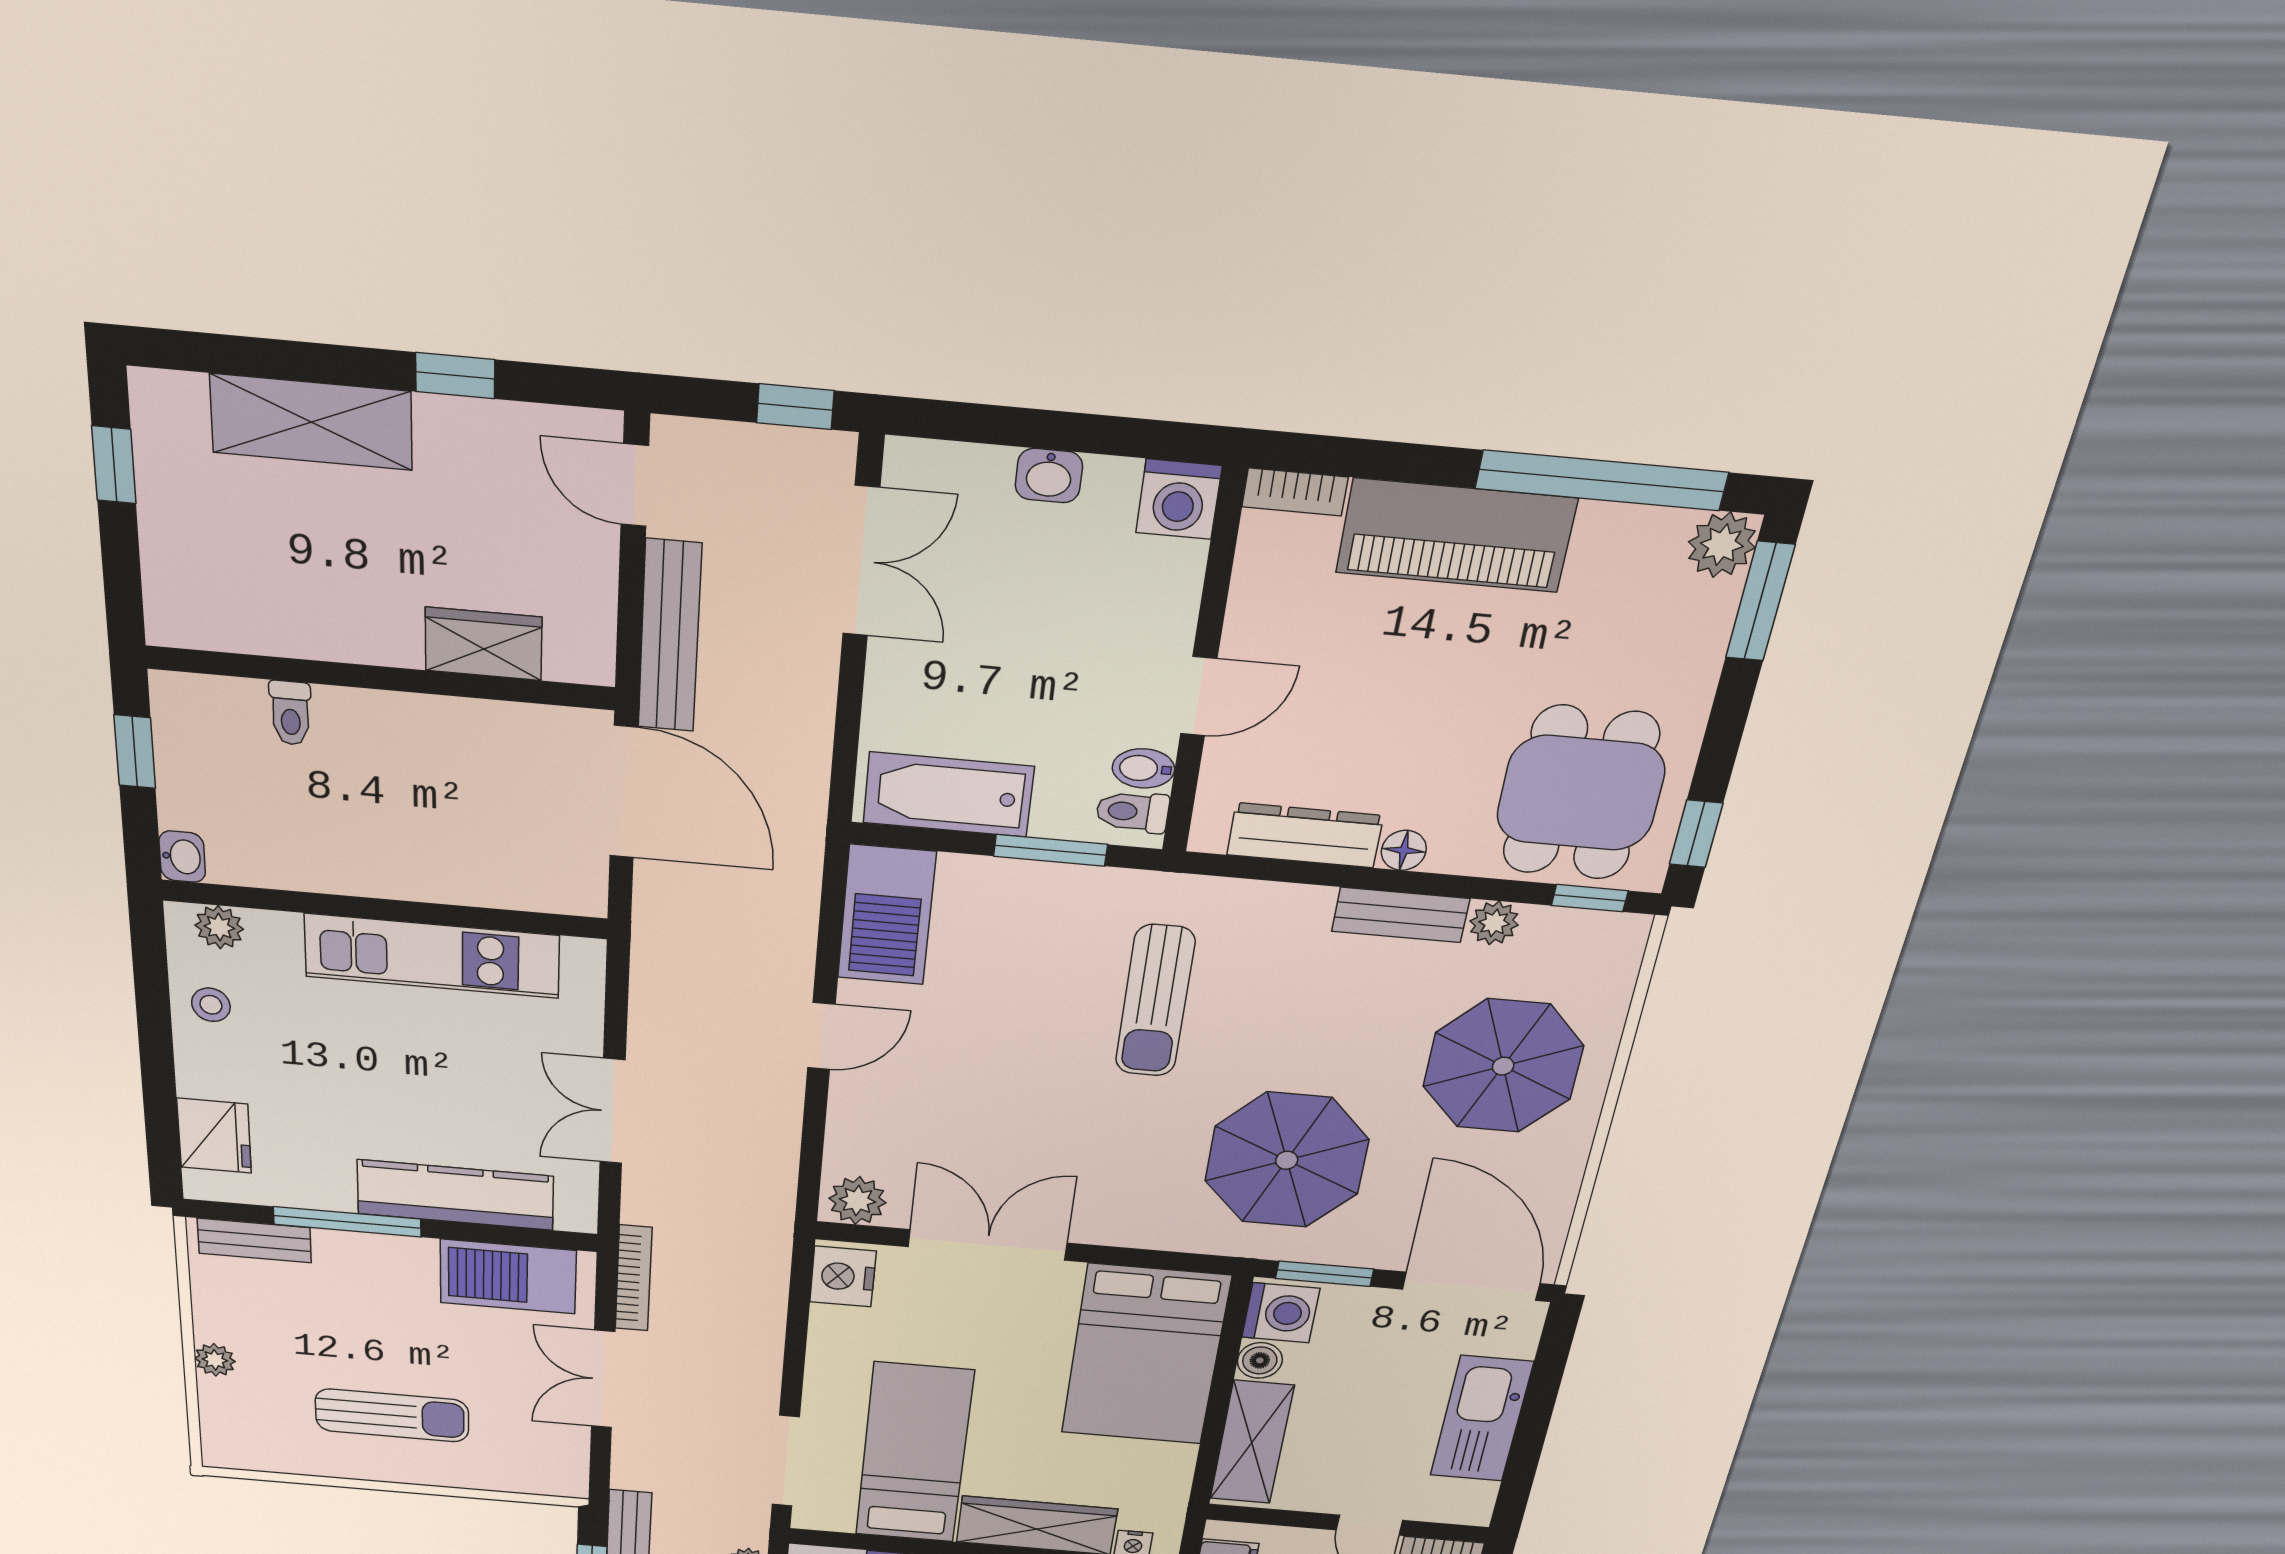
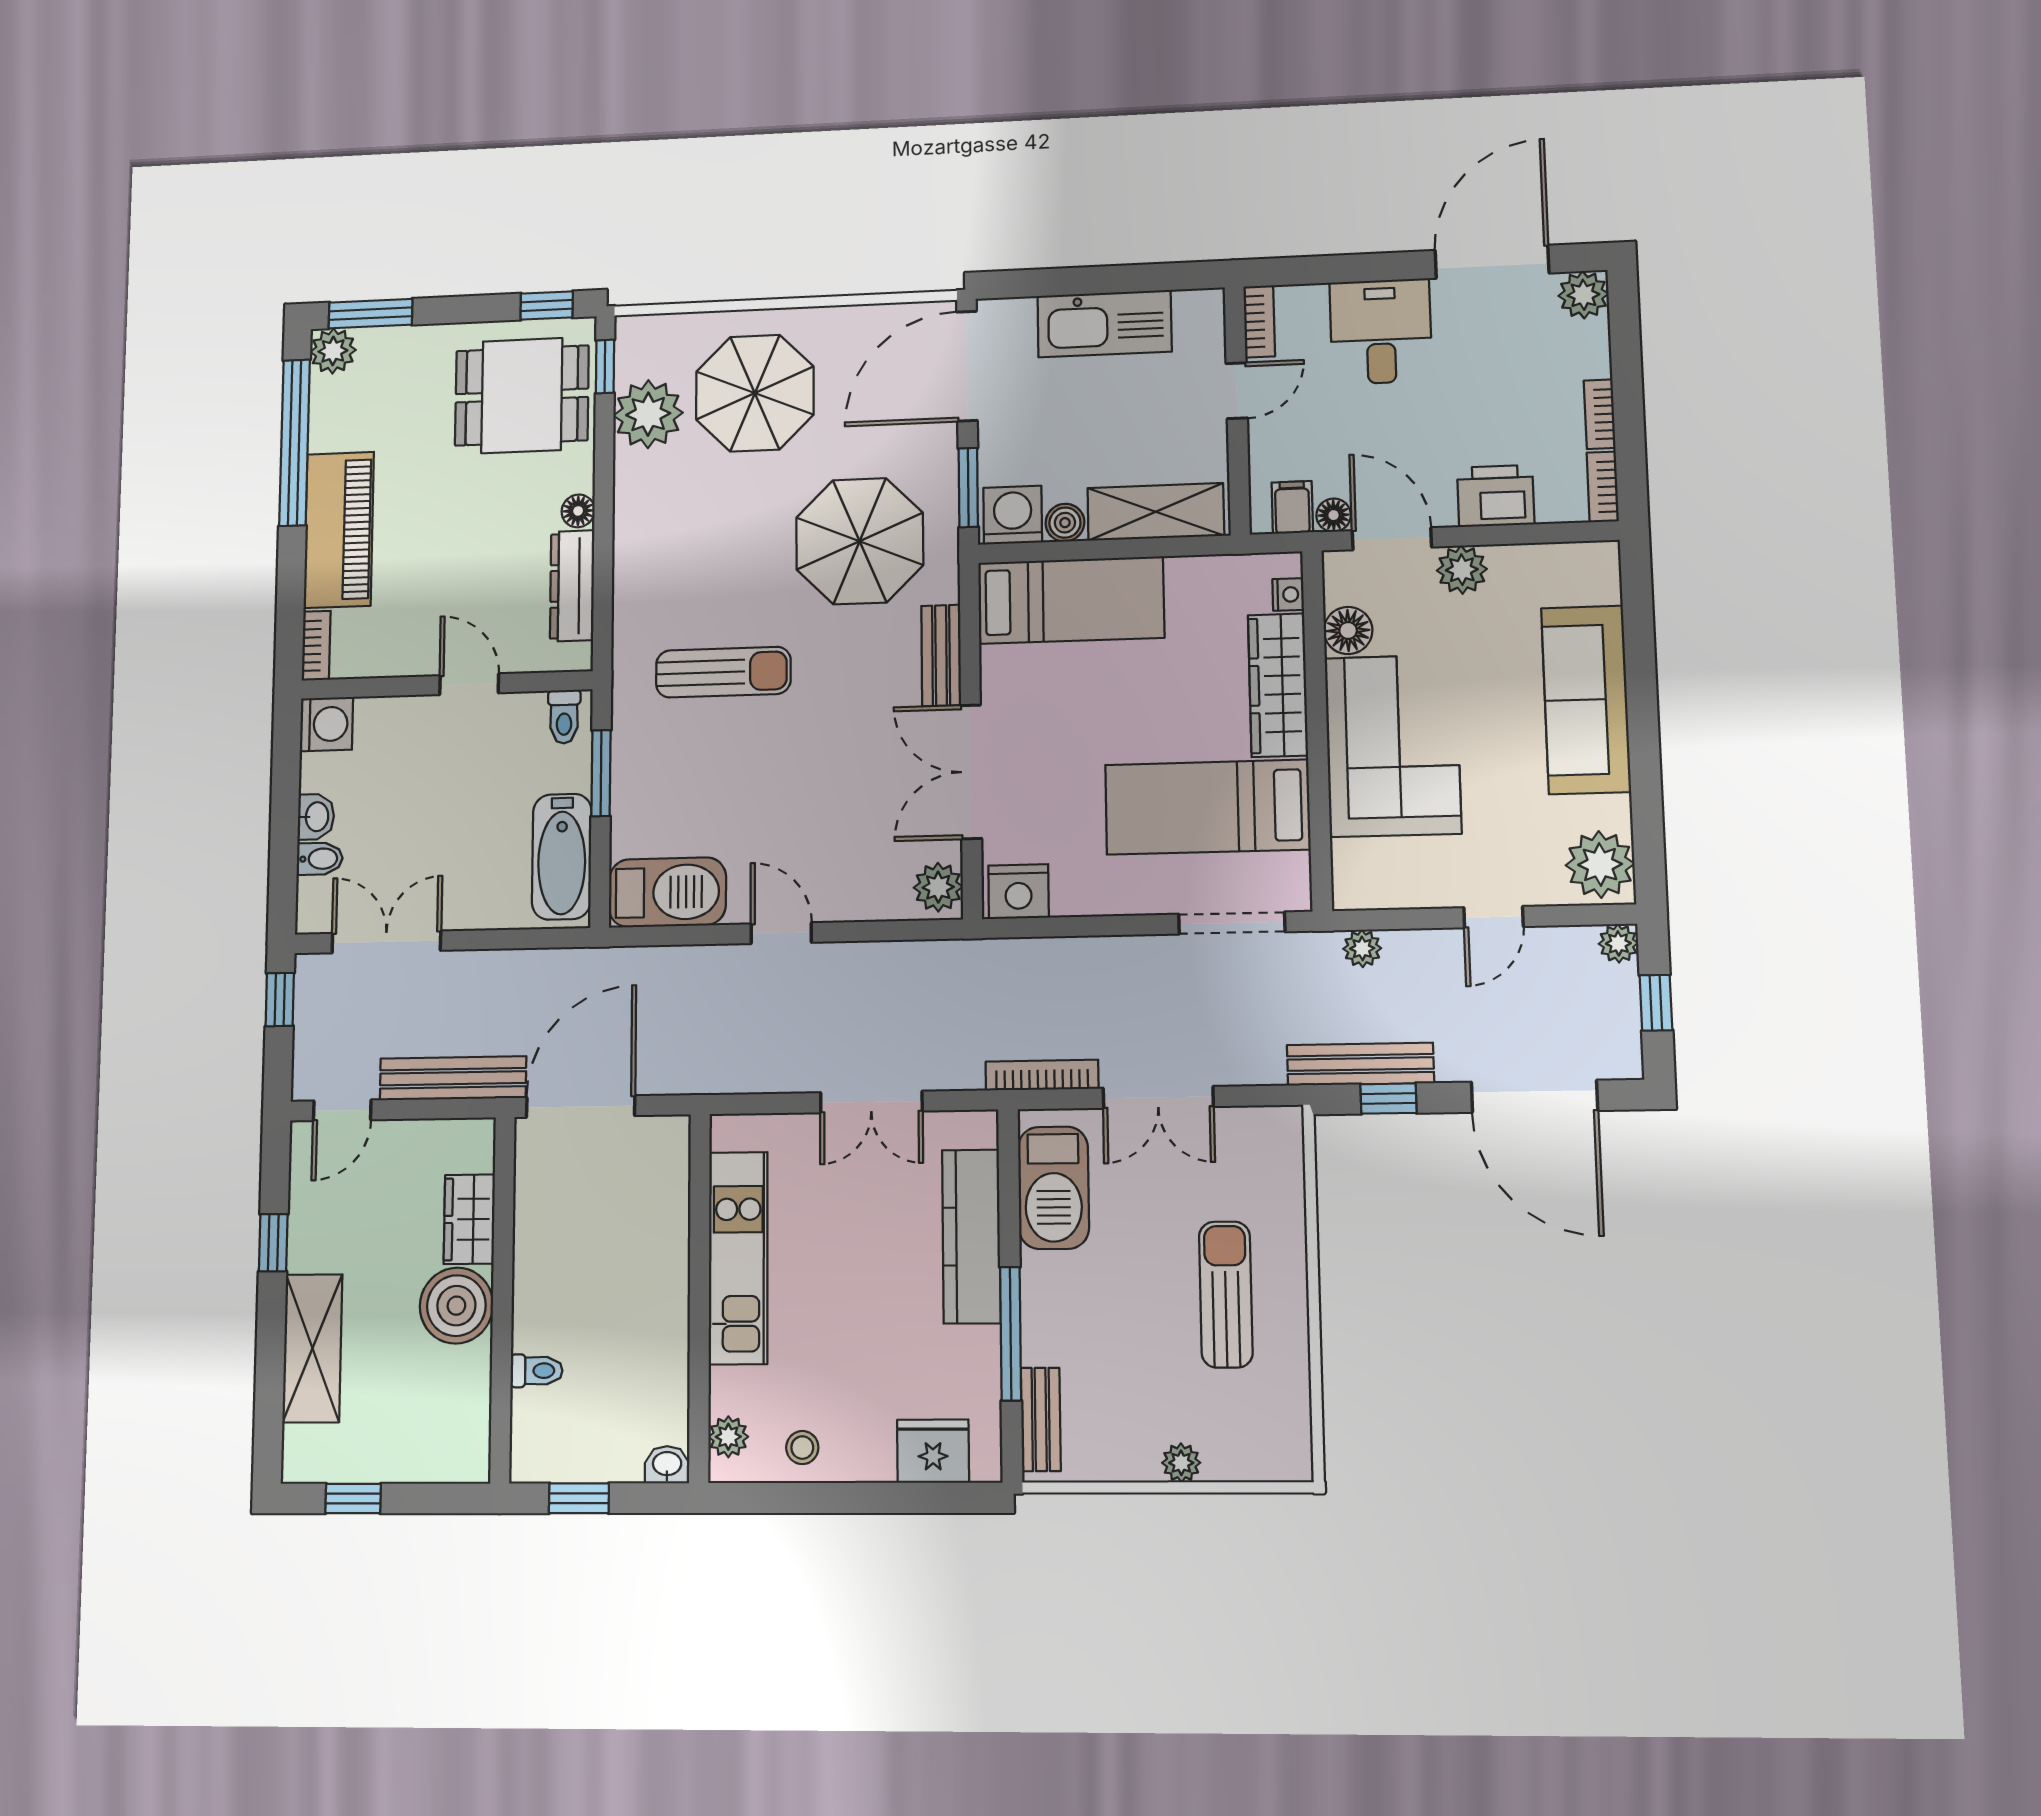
boiler: (371, 619) -> (456, 1306), added
bidet: (1143, 768) -> (320, 859), moved, turned -90
bench: (1401, 915) -> (941, 655), moved
plant: (1494, 923) -> (648, 414), width x1.87, depth x1.87
bed: (1145, 1355) -> (1071, 600), width x0.67

